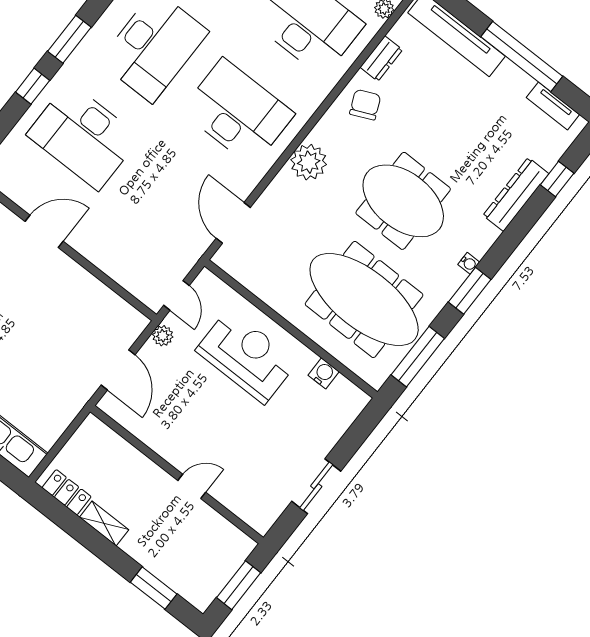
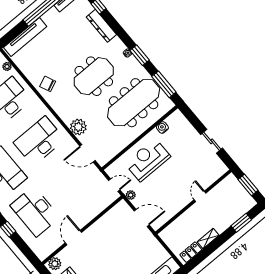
dresser: (381, 59) -> (29, 72), removed
desk: (83, 136) -> (35, 211), turned 90
plant: (309, 162) -> (78, 127), moved

